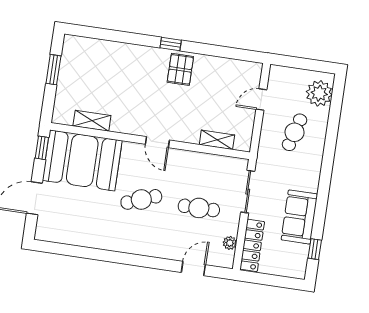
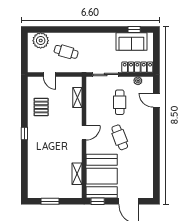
pallet: (180, 69) -> (41, 107), moved, turned 90
sofa: (299, 217) -> (131, 41), moved

